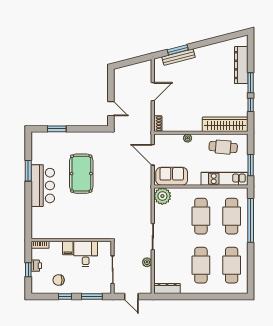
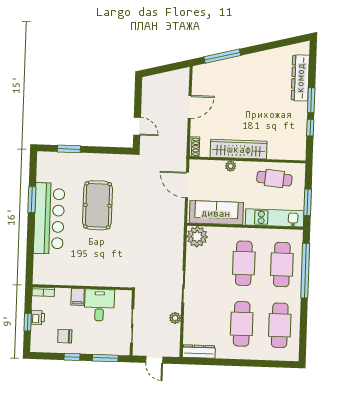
window: (178, 50) -> (222, 56), width x1.44
bench: (179, 57) -> (223, 65), removed
wardrobe: (225, 124) -> (239, 149), moved
sofa: (172, 176) -> (216, 213), width x1.36
bar counter: (43, 186) -> (49, 218), width x1.36

